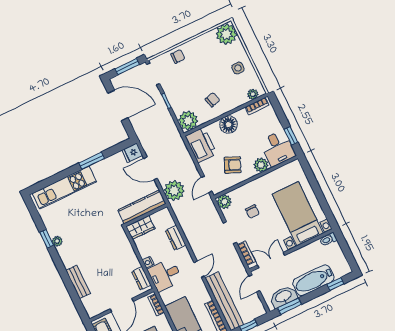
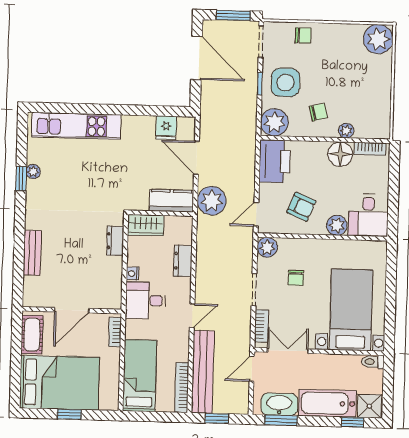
side table: (238, 68) -> (285, 82), moved, width x1.87, depth x1.87
plant: (253, 94) -> (346, 131), moved
floor lamp: (229, 125) -> (340, 154), moved
window: (291, 136) -> (393, 208), removed
fridge: (132, 153) -> (166, 128), moved, turned -90
window: (92, 161) -> (128, 110), removed
kitchen counter: (142, 207) -> (171, 201), width x0.67
plant: (57, 241) -> (33, 171), moved
shower: (341, 268) -> (369, 406), added
dresser: (141, 278) -> (115, 241), moved

